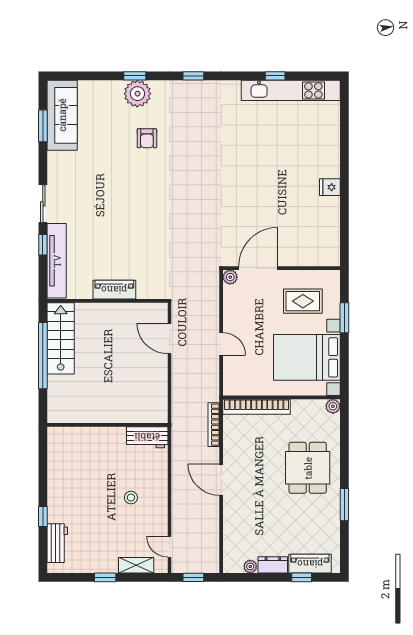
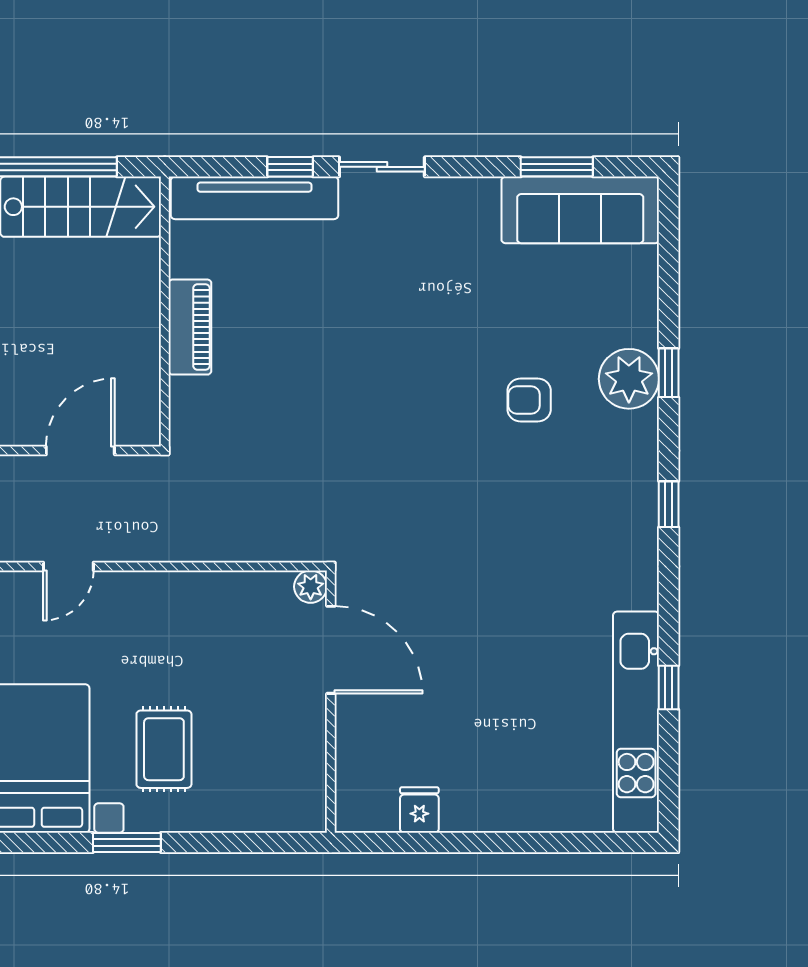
door: (258, 268) -> (331, 650), moved
wall: (282, 268) -> (331, 702), moved
plant: (230, 277) -> (311, 587), moved

